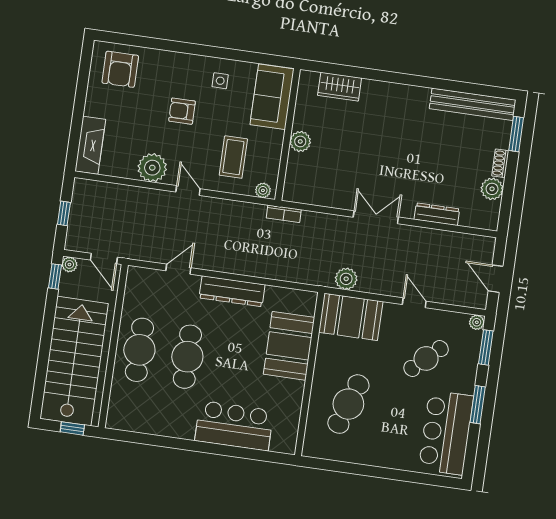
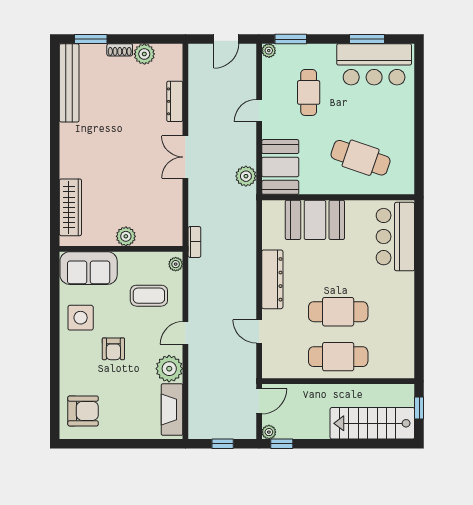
side table: (220, 81) -> (81, 318), width x1.87, depth x1.87
wardrobe: (340, 87) -> (70, 207), width x1.50
fireplace: (90, 145) -> (172, 410), moved, turned -90
cafe table: (426, 358) -> (309, 92), turned 43
stairs: (74, 361) -> (372, 423), width x0.73, depth x0.66
window: (478, 405) -> (367, 39), moved
bar counter: (234, 426) -> (395, 237), moved

